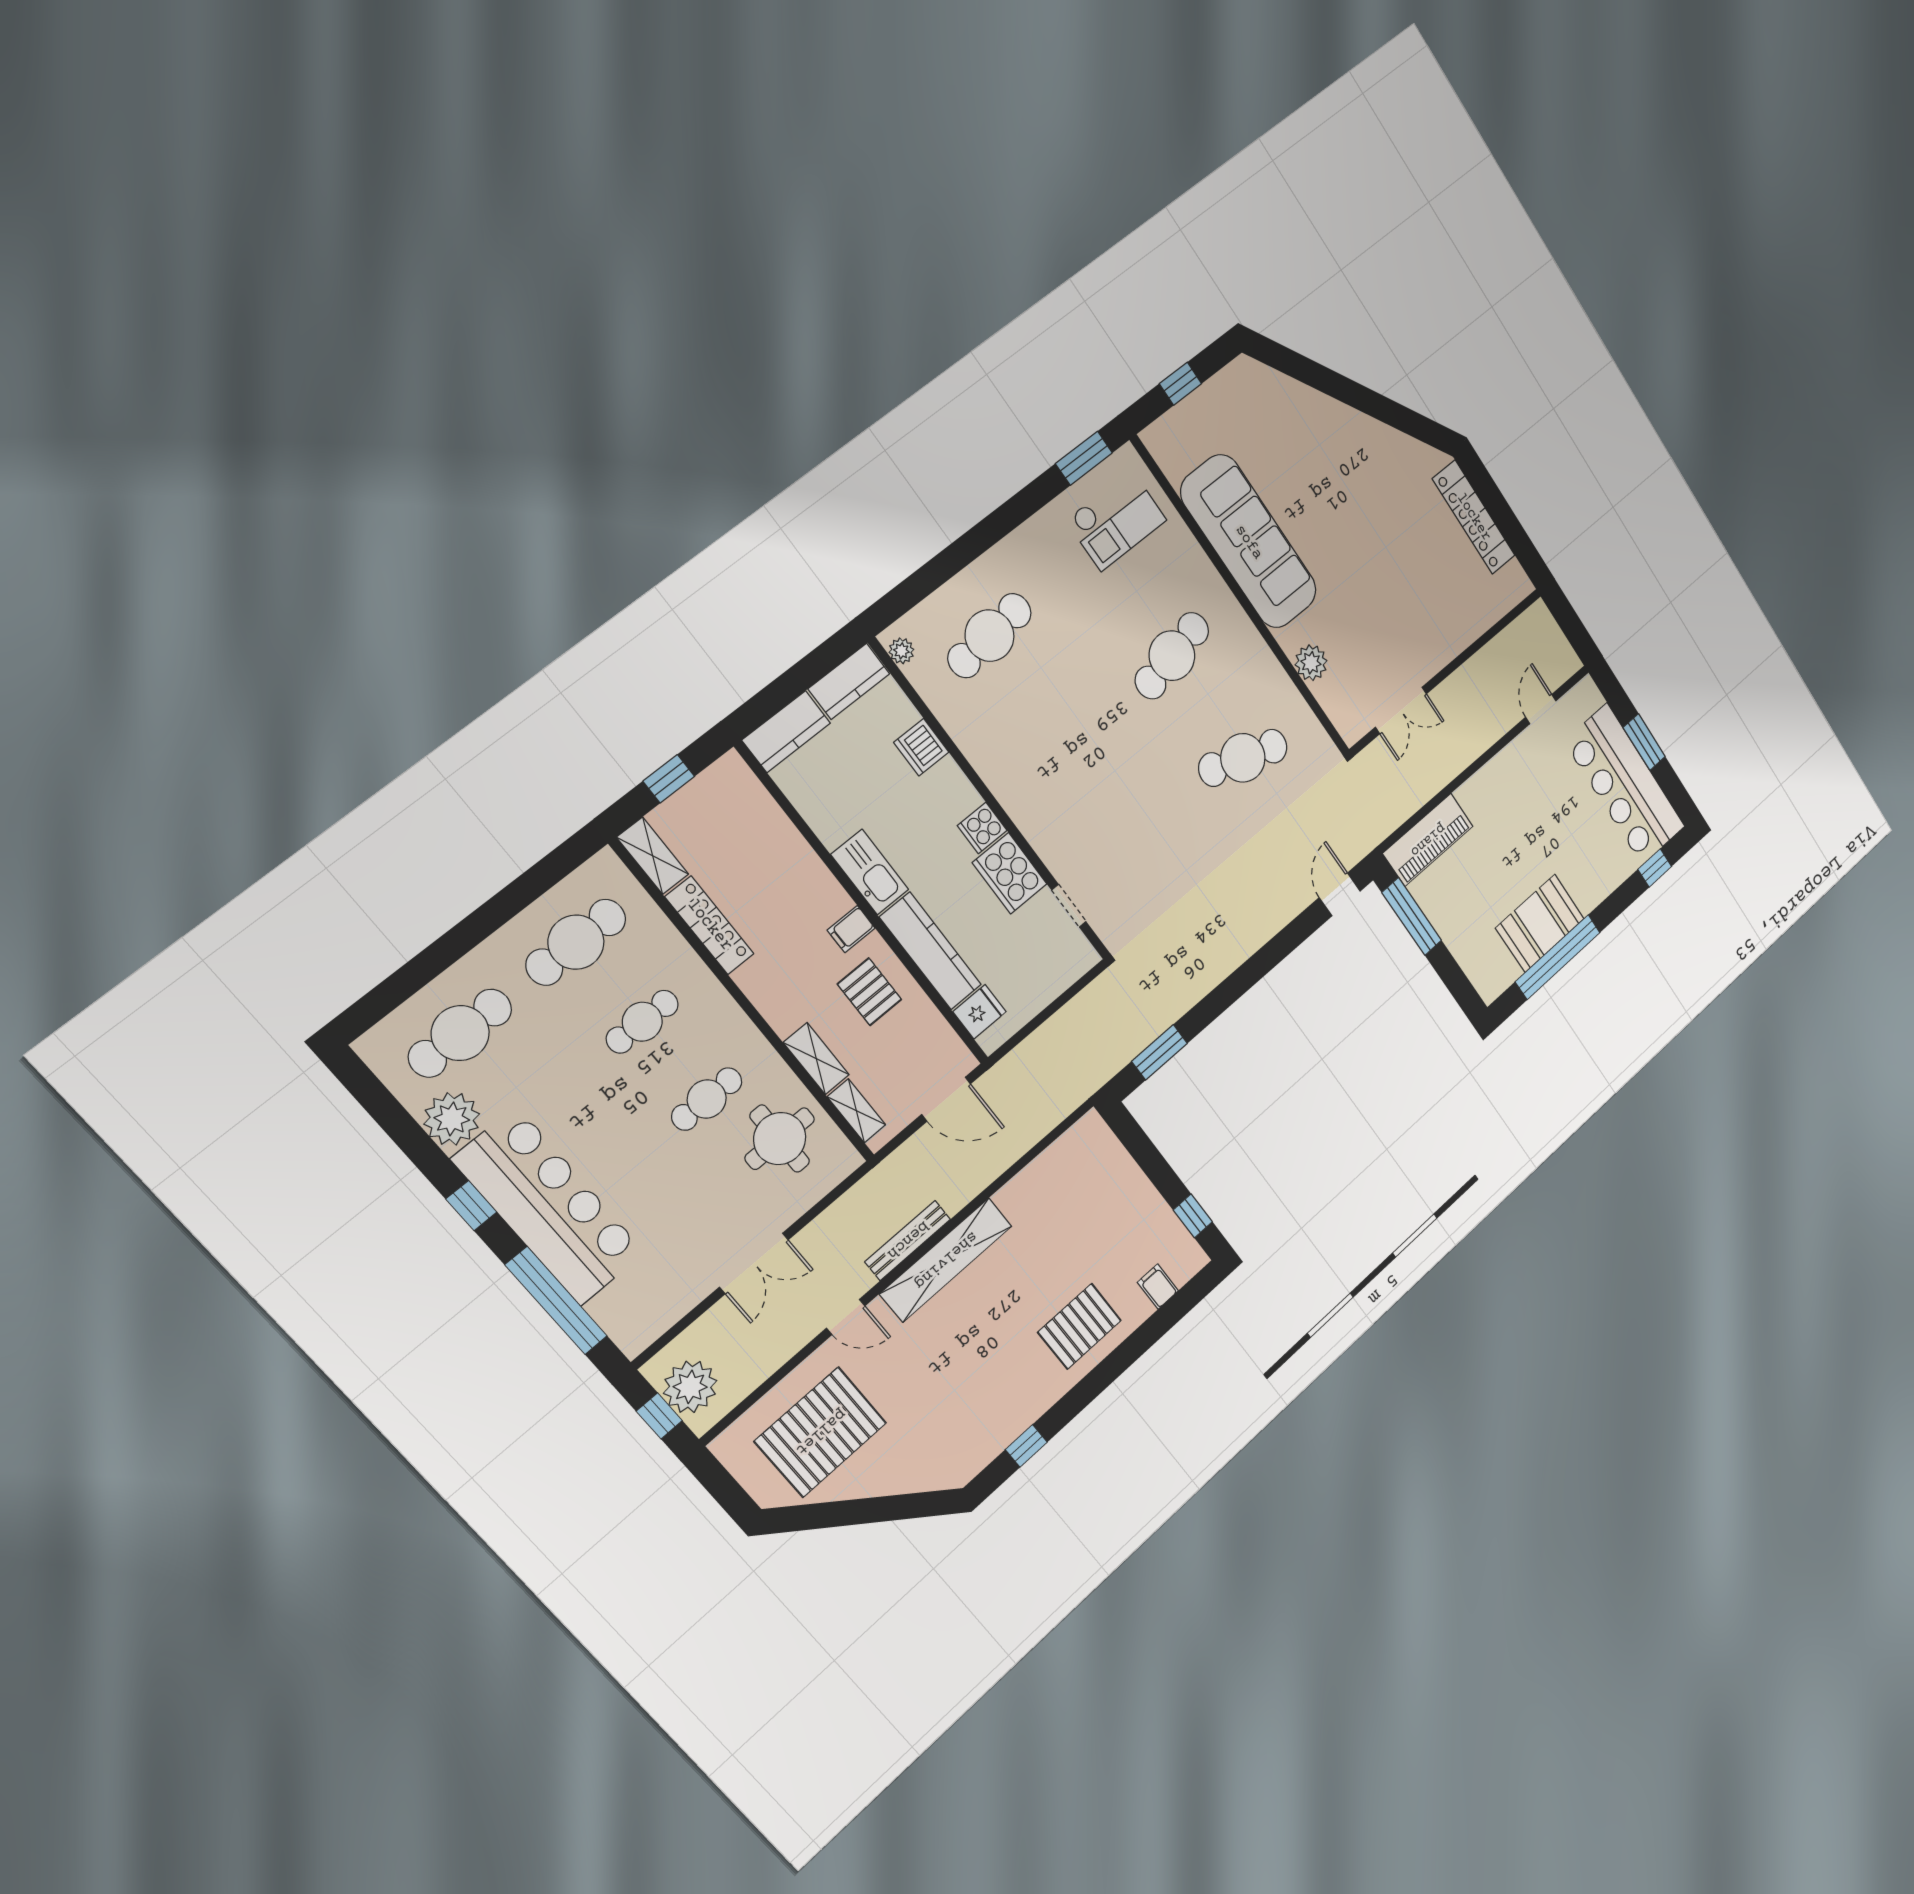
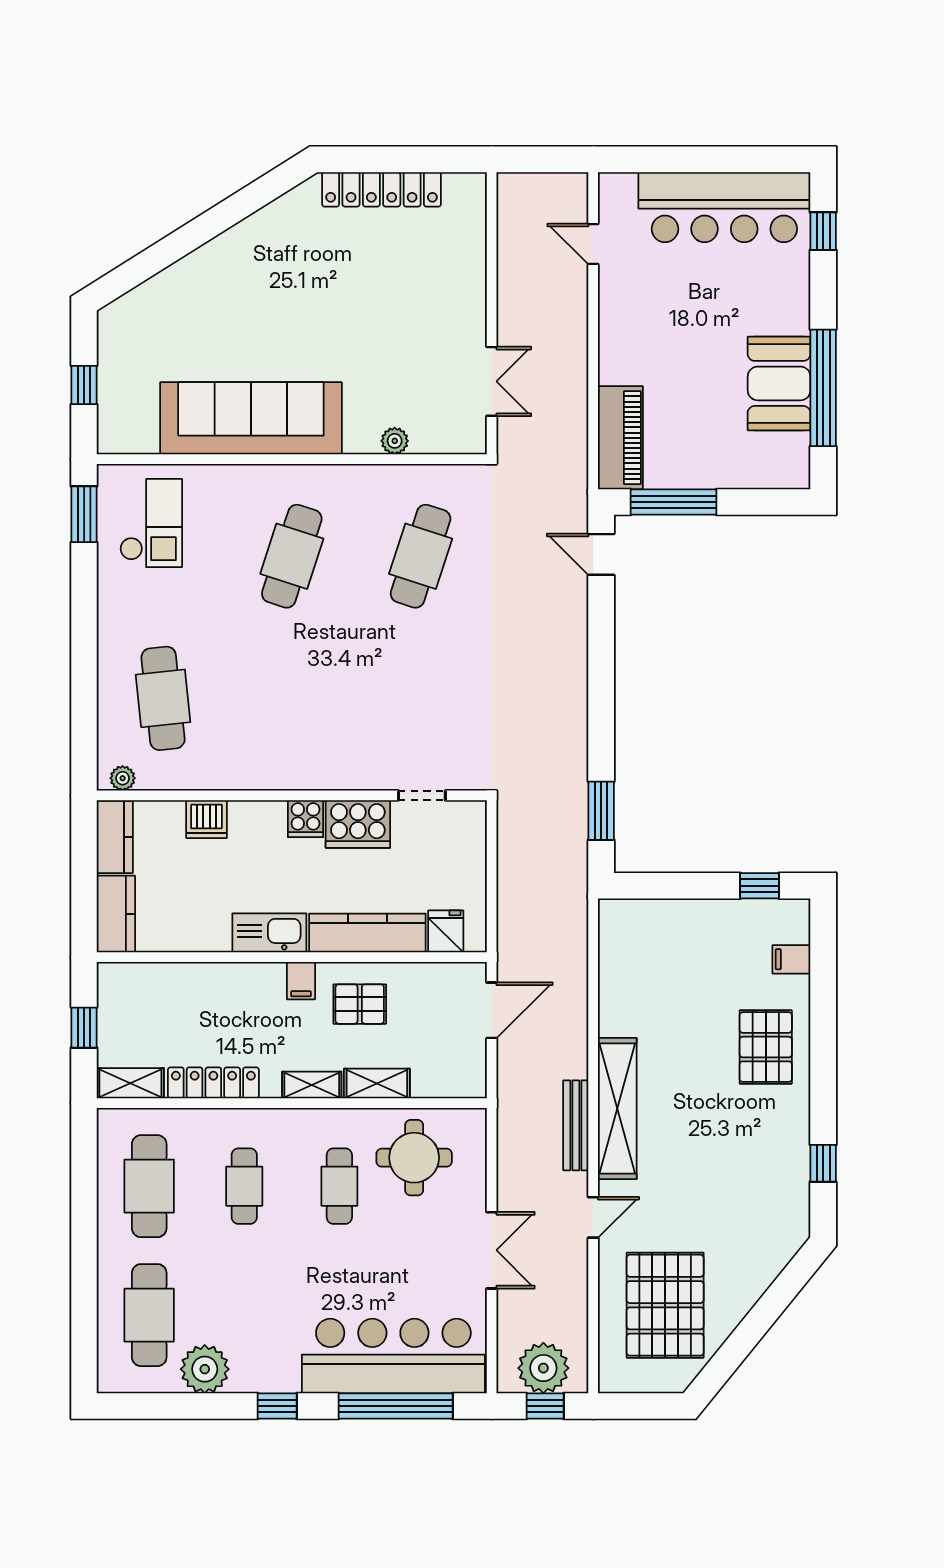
cafe table: (1172, 656) -> (292, 556), turned 30
plant: (1311, 663) -> (395, 441), width x0.73, depth x0.73
window: (1644, 742) -> (702, 159), removed
shelving: (856, 1111) -> (312, 1085), moved
bar counter: (549, 1206) -> (393, 1356), moved

